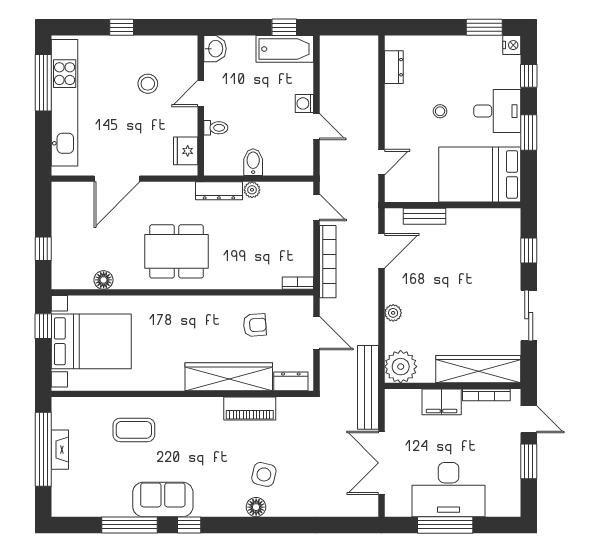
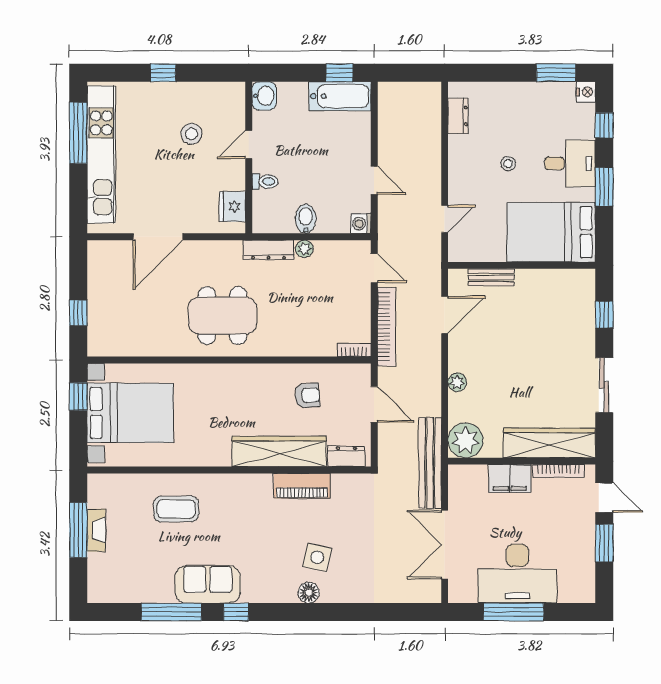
washing machine: (304, 103) -> (361, 224), moved
floor lamp: (104, 280) -> (143, 346), removed
window: (43, 449) -> (78, 530), width x0.68

